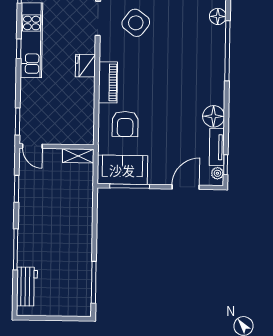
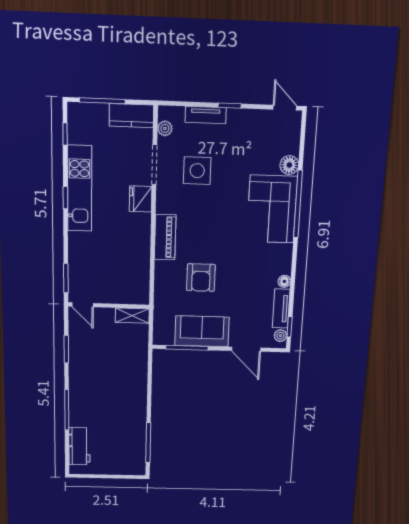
side table: (136, 23) -> (197, 171), turned -37
corner sofa: (204, 56) -> (272, 209), added
fridge: (85, 66) -> (141, 199), moved
floor lamp: (214, 116) -> (284, 281), width x0.53, depth x0.53
armchair: (125, 124) -> (201, 278), moved
sofa: (122, 170) -> (202, 331), moved
door: (186, 187) -> (246, 349), swing flipped

